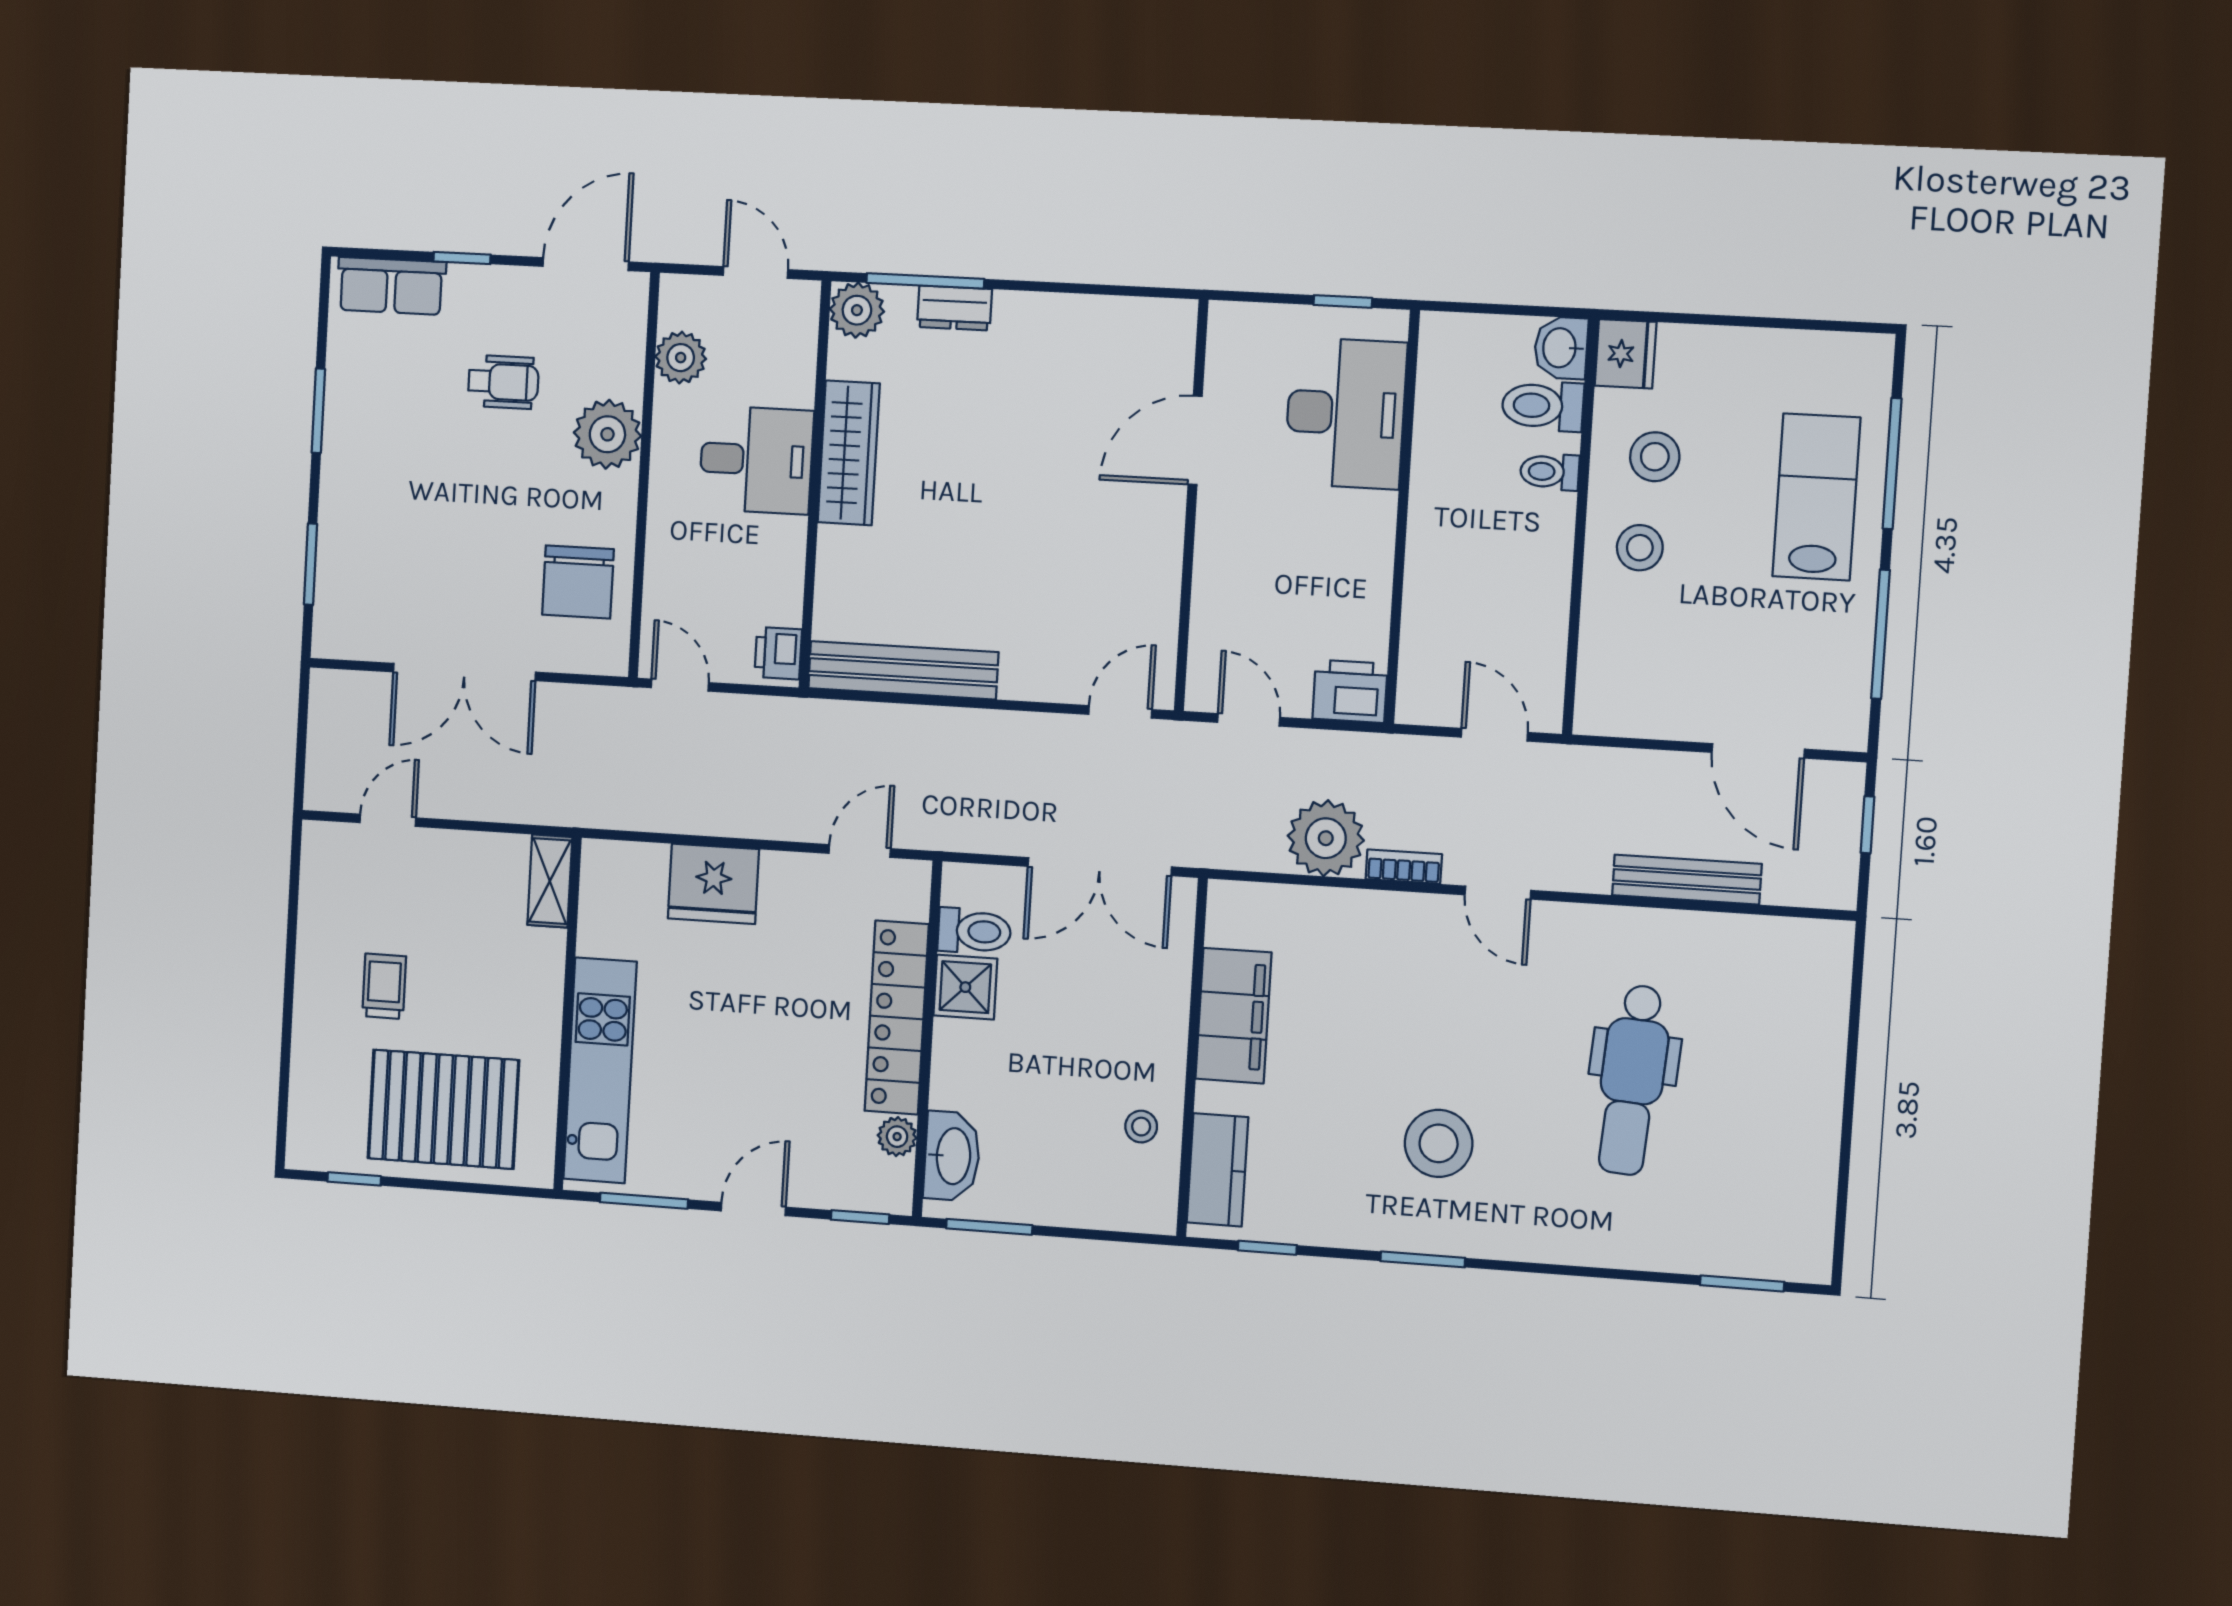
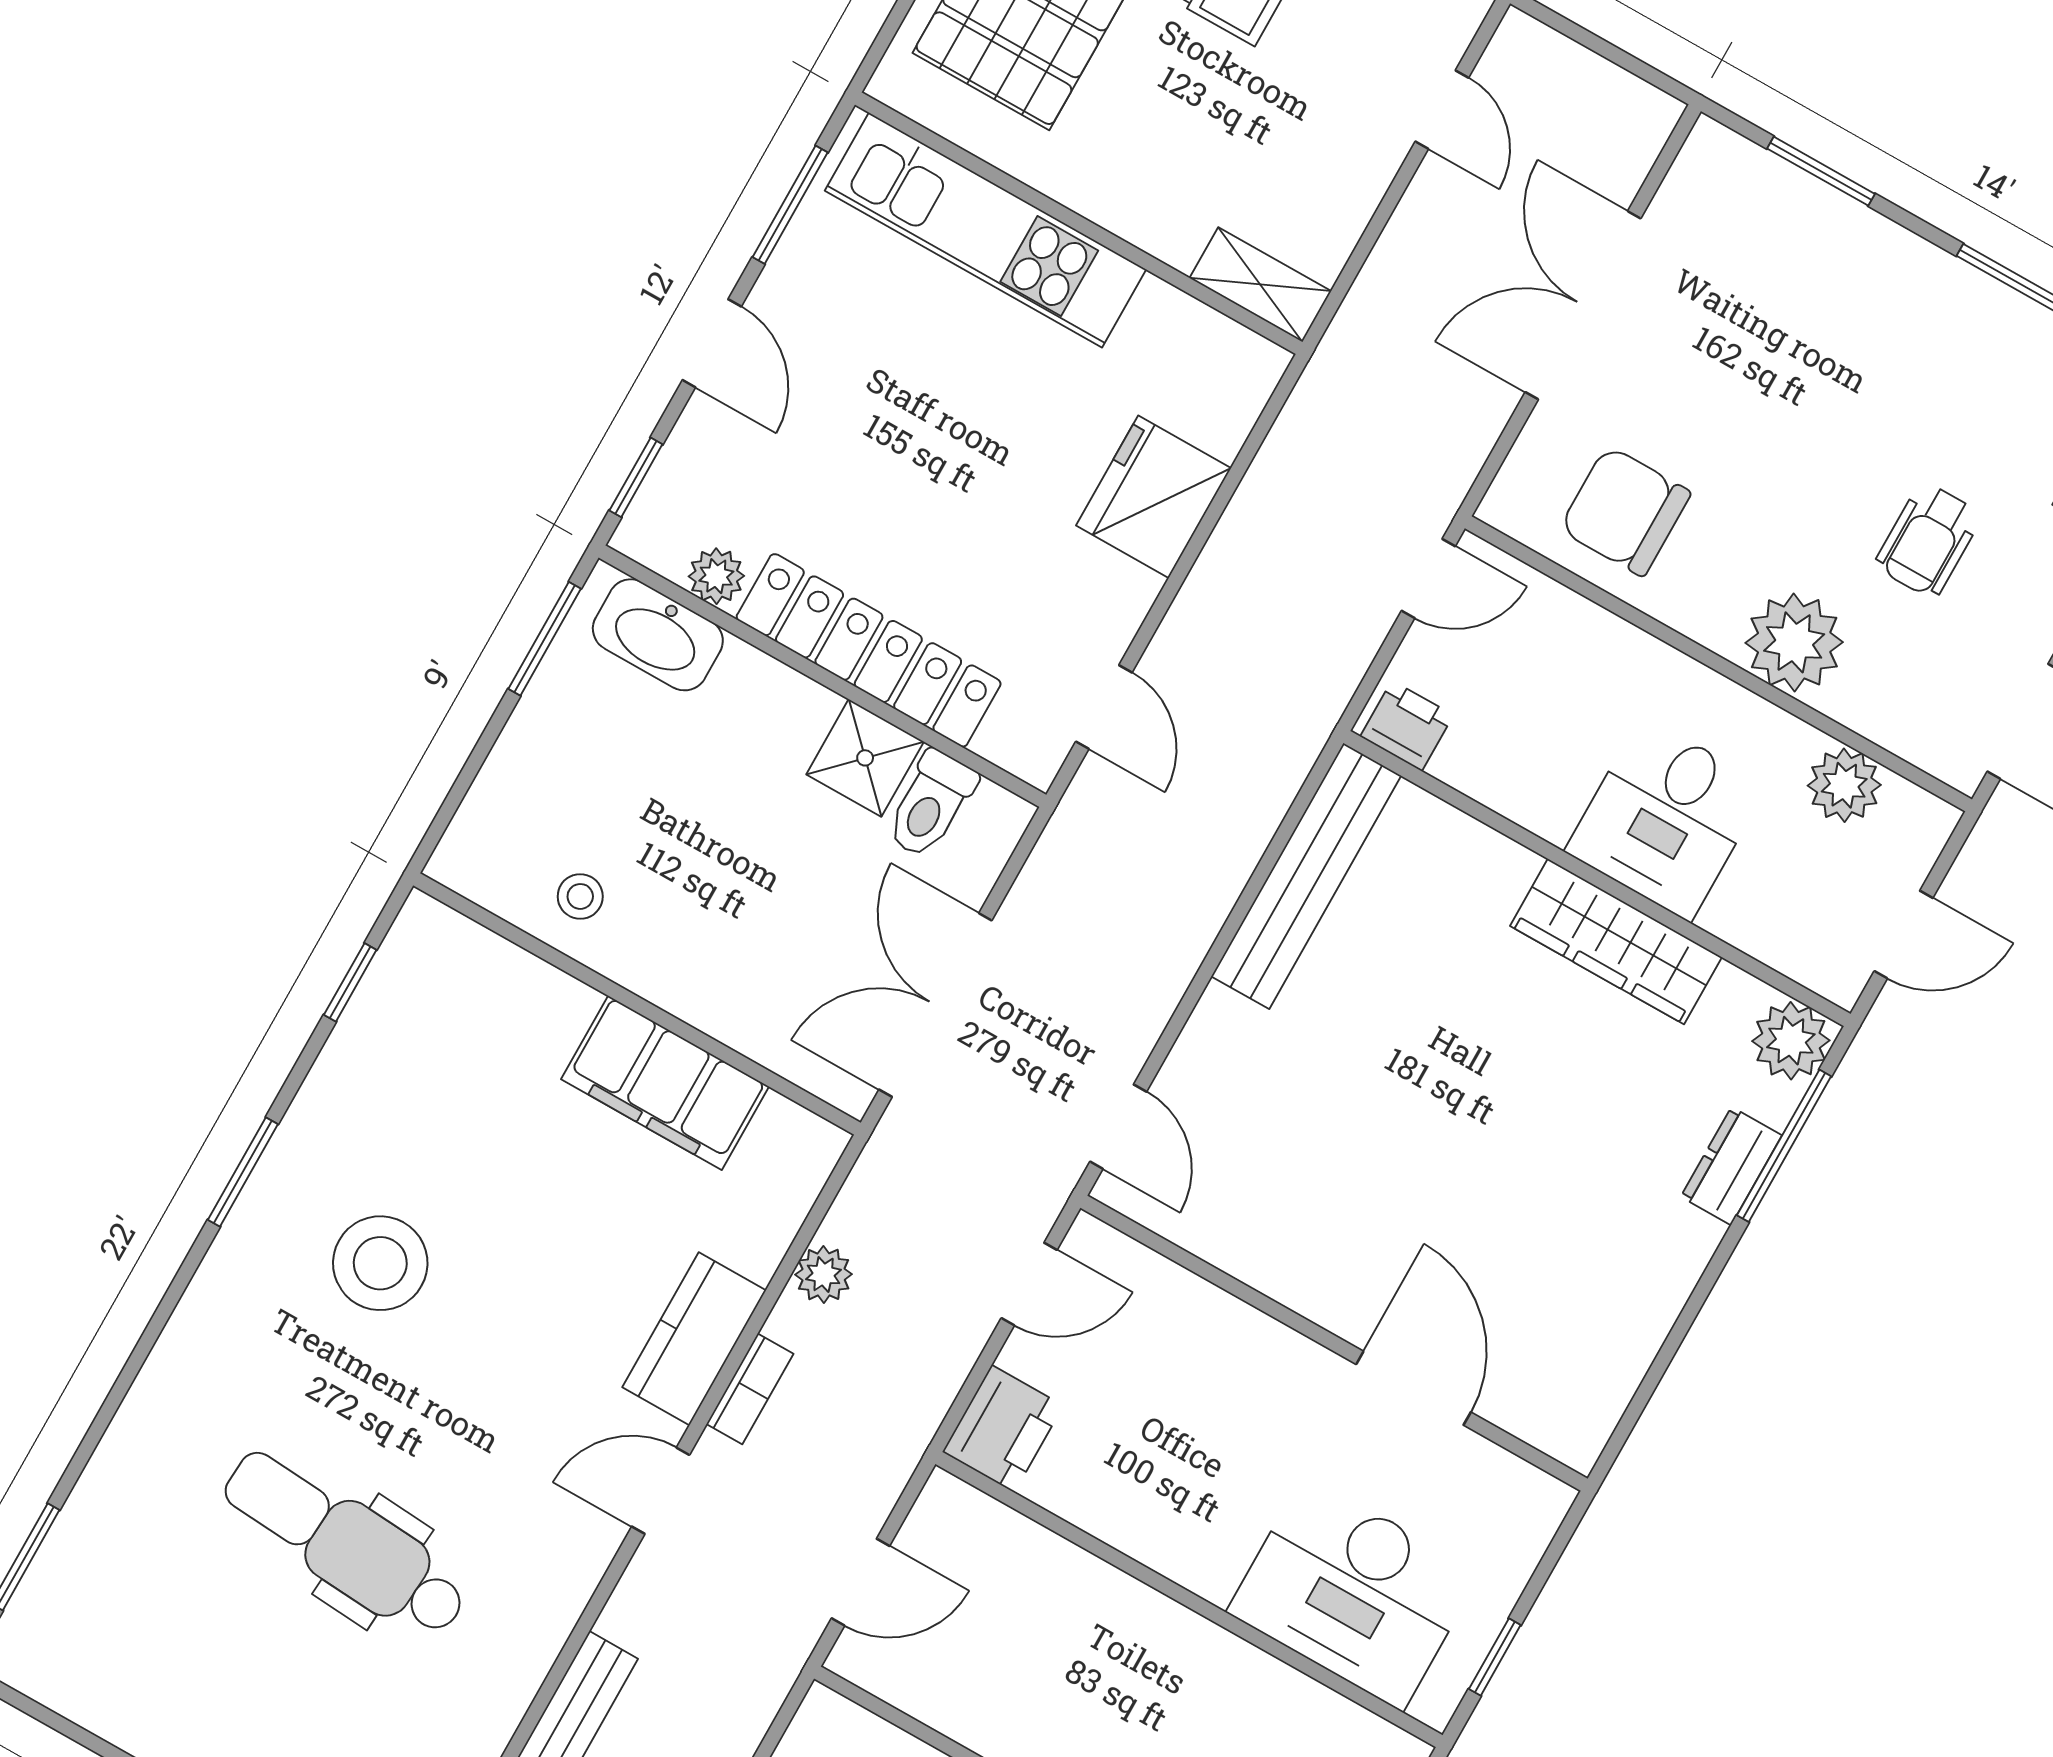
plant: (1326, 838) -> (824, 1274), width x0.53, depth x0.53
kitchen counter: (1218, 1170) -> (694, 1339), moved, turned 90

